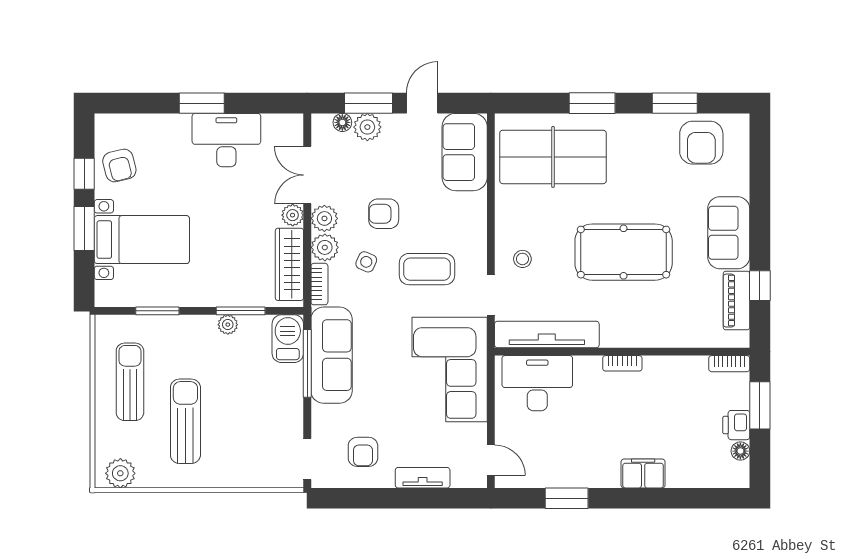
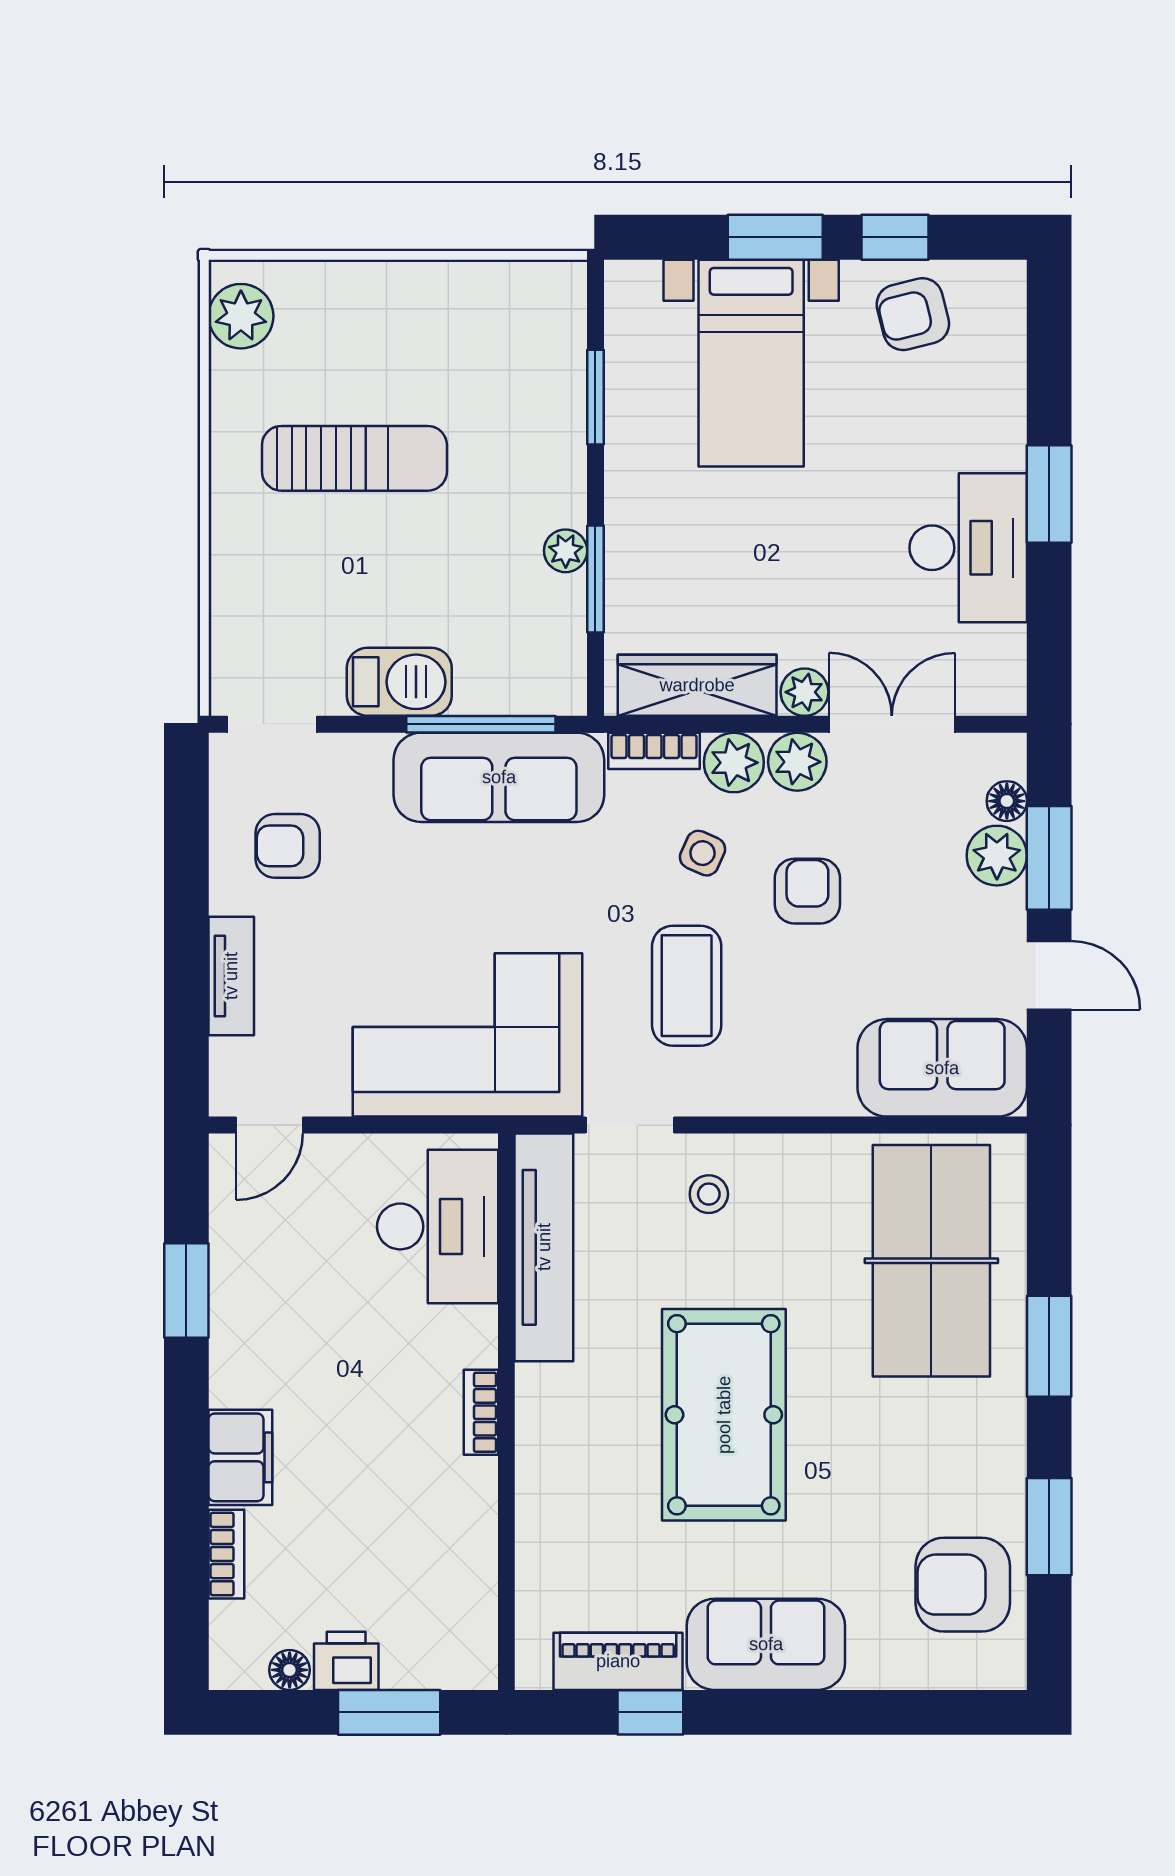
barbecue: (288, 339) -> (399, 682), moved
bookcase: (729, 364) -> (226, 1554), moved, turned 180
sun lounger: (130, 382) -> (441, 337), removed

